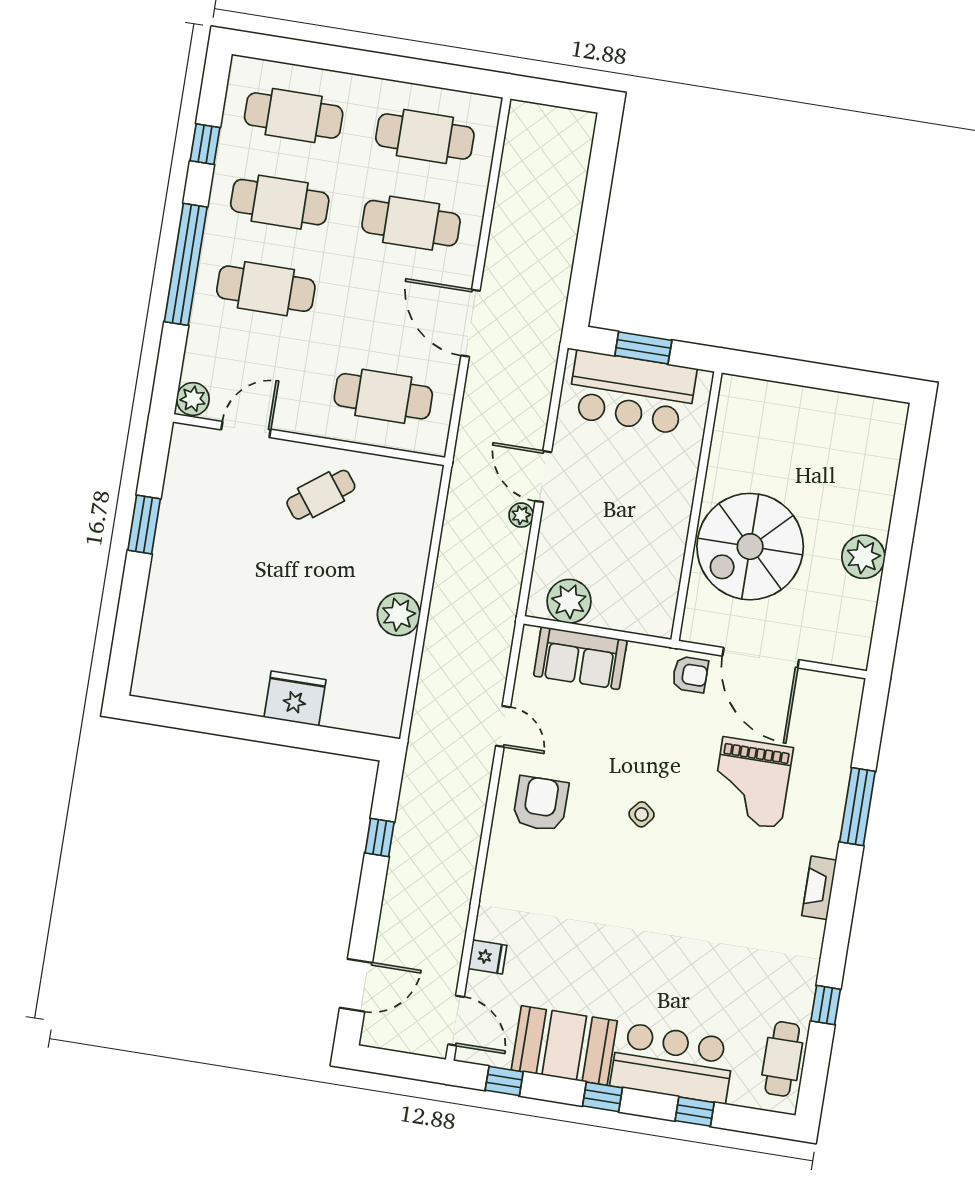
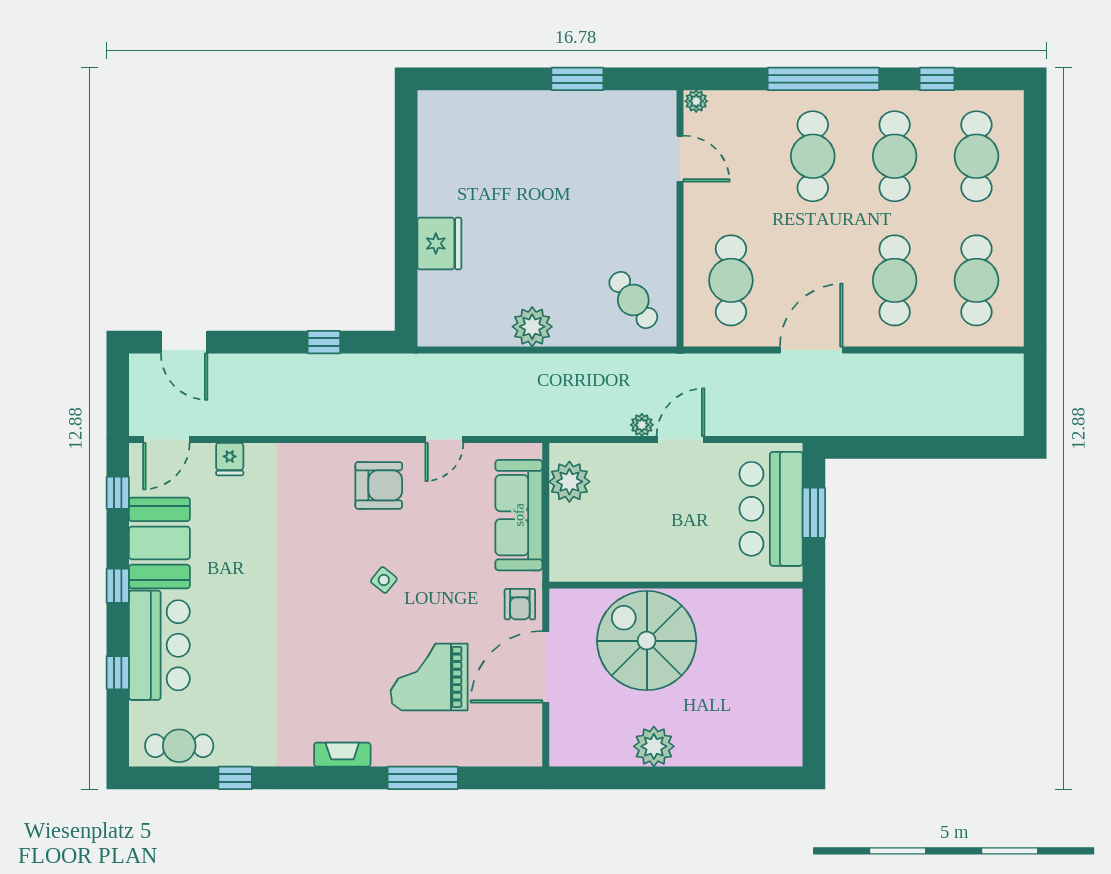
plant: (193, 399) -> (696, 101), width x0.73, depth x0.73
cafe table: (321, 495) -> (633, 300), moved
sofa: (580, 658) -> (519, 515), width x1.36

